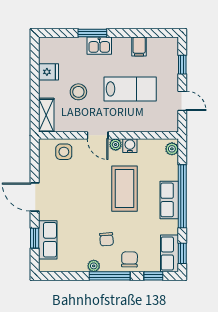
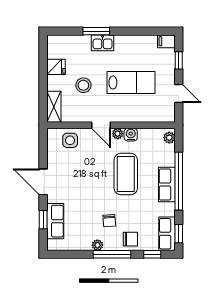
filing cabinet: (139, 46) -> (166, 41), moved, turned 90
chair: (129, 259) -> (130, 239), turned 89

